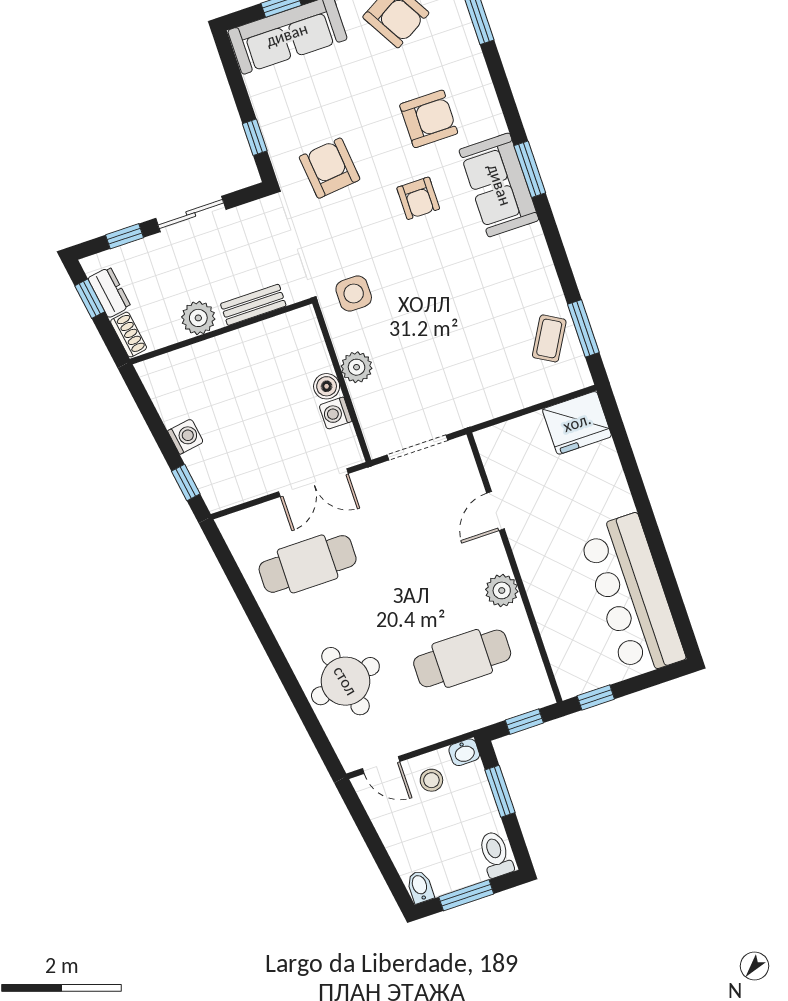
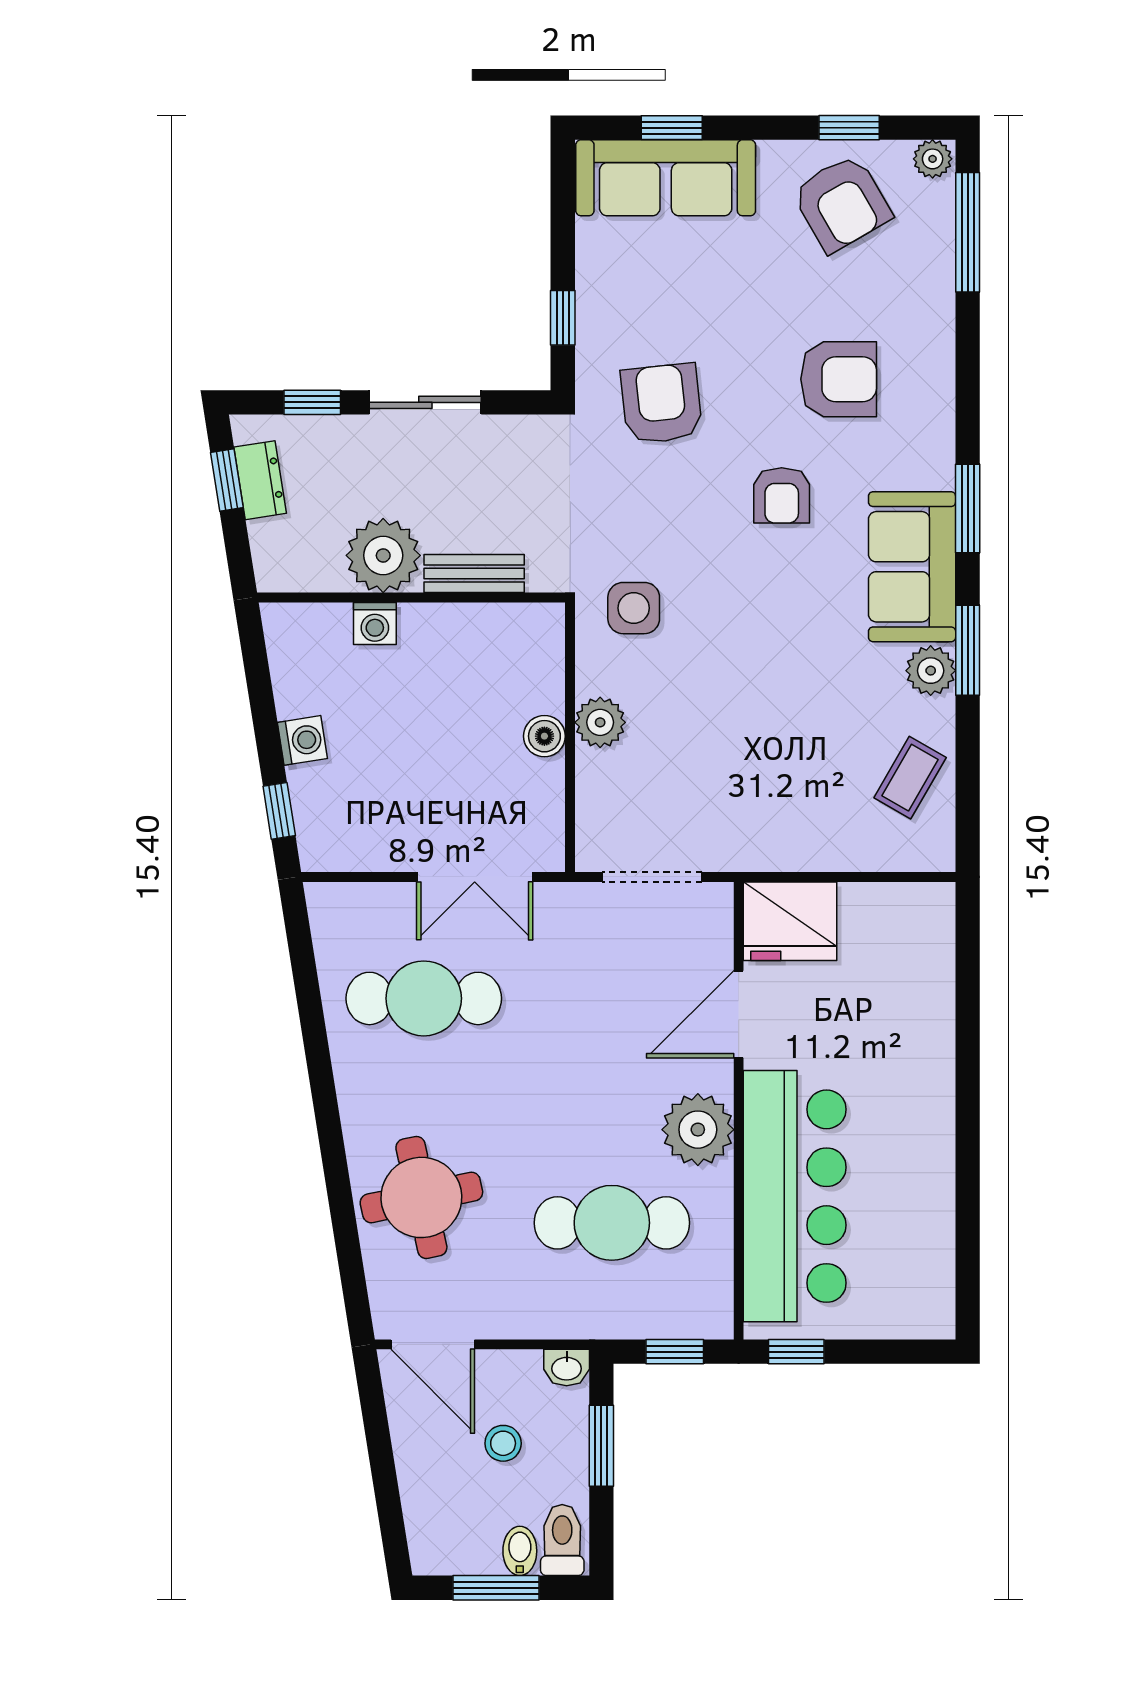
sofa: (499, 185) -> (912, 567), moved
plant: (540, 272) -> (931, 671), added
plant: (198, 318) -> (383, 555), width x1.36, depth x1.36
window: (583, 328) -> (968, 650), moved
shoe rack: (129, 335) -> (268, 555), removed
washing machine: (335, 413) -> (375, 623), moved, turned -90
fridge: (577, 423) -> (790, 921), moved
door: (495, 511) -> (739, 1014), width x1.38
plant: (502, 590) -> (698, 1130), width x1.36, depth x1.36
bar counter: (632, 595) -> (795, 1196), moved, turned 180
door: (381, 765) -> (433, 1344), width x1.38
stool: (431, 780) -> (503, 1443), moved
bidet: (420, 887) -> (520, 1551), moved

